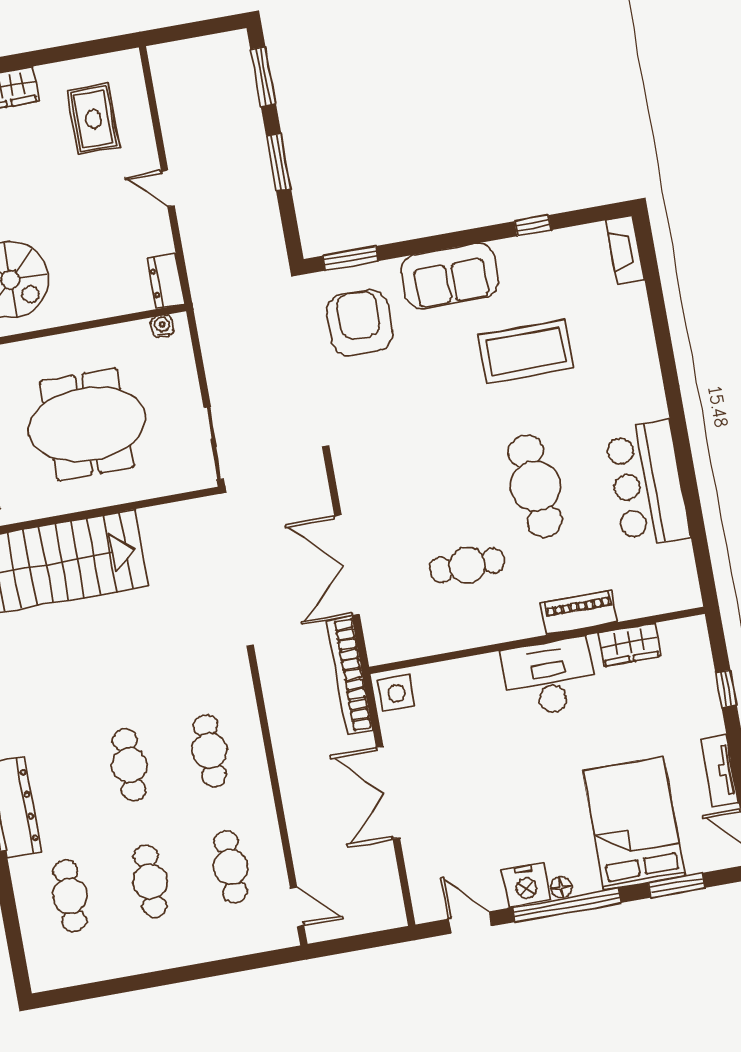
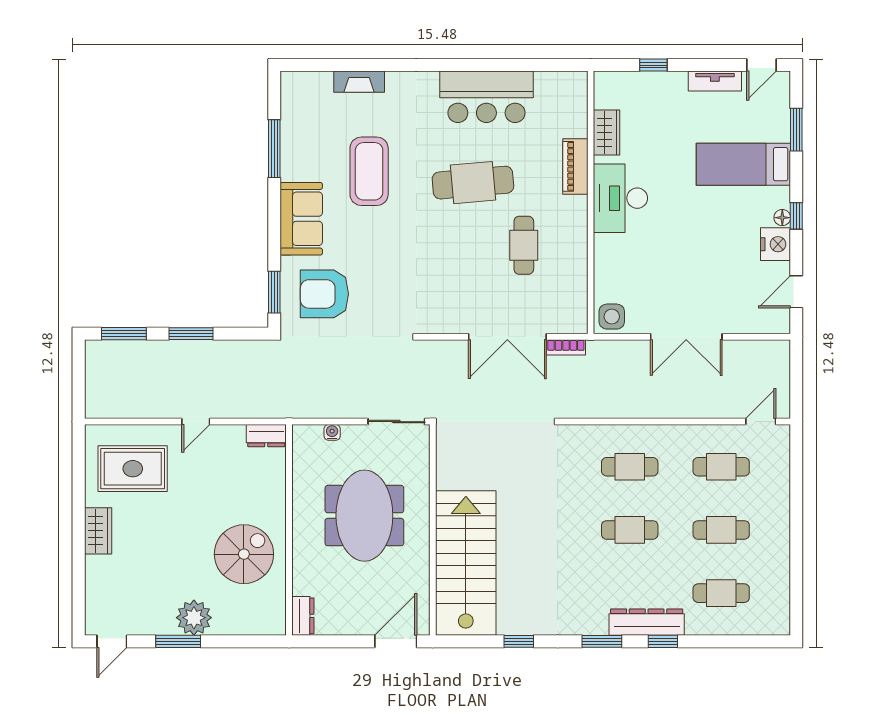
rug: (93, 119) -> (133, 469), width x1.36, depth x1.43
window: (533, 226) -> (274, 149), width x2.17
fireplace: (625, 250) -> (359, 82), moved
water cooler: (162, 326) -> (332, 432), moved, turned 90
bookcase: (350, 675) -> (566, 347), width x0.43, depth x0.76
bed: (634, 823) -> (743, 164), width x0.67
window: (567, 905) -> (796, 216), width x0.32

